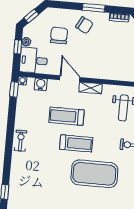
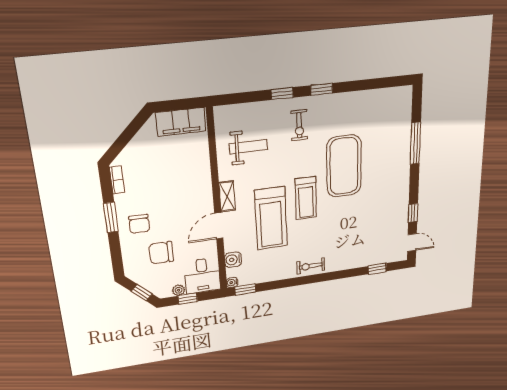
chair: (84, 25) -> (139, 224), turned 153
treadmill: (67, 116) -> (271, 218), width x1.37, depth x1.38
treadmill: (76, 143) -> (306, 198), turned 180

